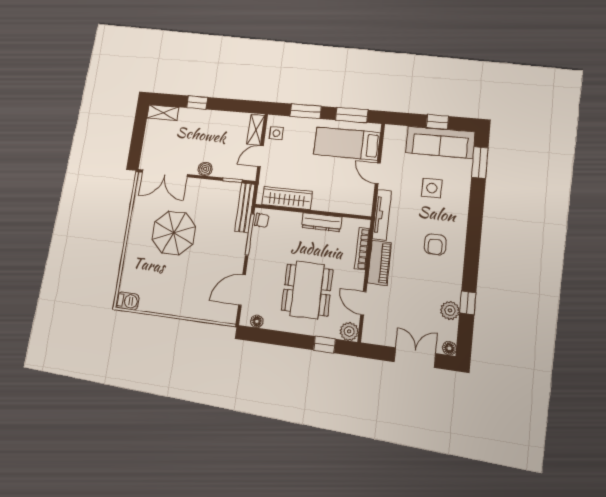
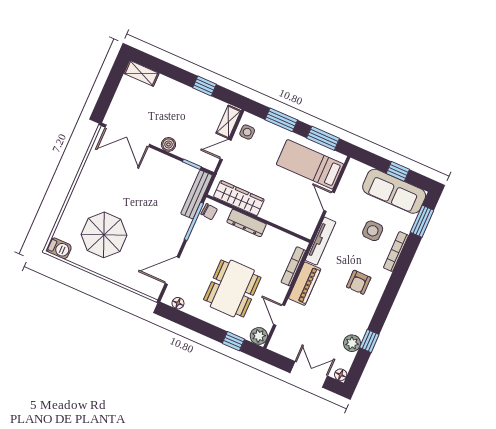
window: (197, 102) -> (205, 86), moved
bookcase: (463, 201) -> (396, 252), added
dresser: (322, 222) -> (247, 223), moved
parasol: (174, 233) -> (104, 235), moved

